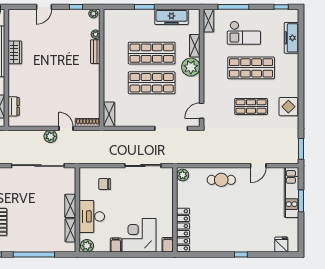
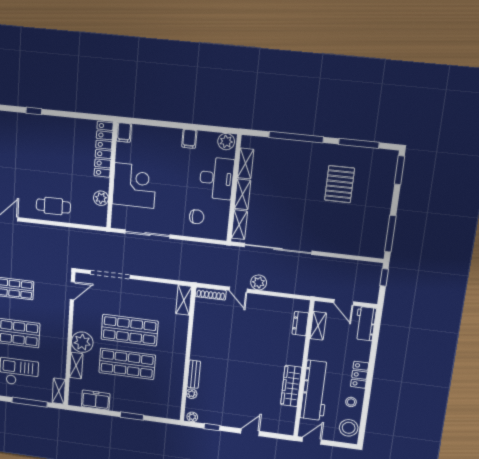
freezer: (171, 17) -> (96, 400), width x0.71
wardrobe: (15, 52) -> (291, 386), width x1.50
plant: (183, 175) -> (101, 198), moved
shelving: (70, 182) -> (239, 225), added
corner desk: (139, 235) -> (134, 186), moved, turned -90

